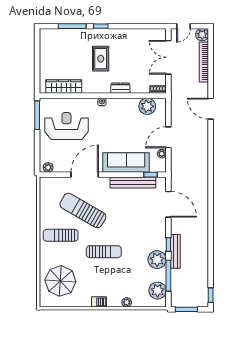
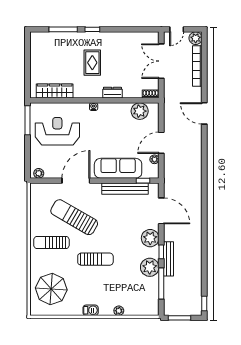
plant: (158, 291) -> (150, 238), moved

